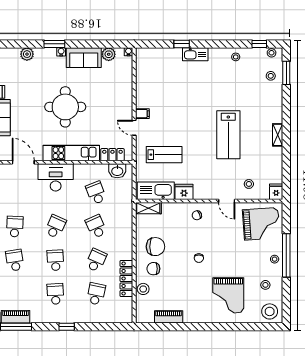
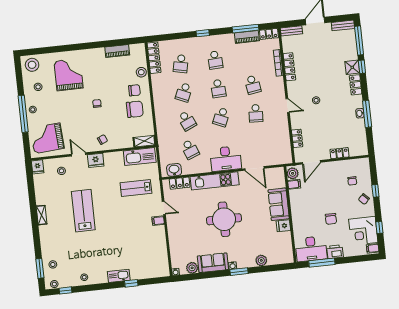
fridge: (184, 192) -> (96, 160), moved
chair: (155, 247) -> (135, 109), turned 180
locker: (126, 278) -> (154, 58), moved

